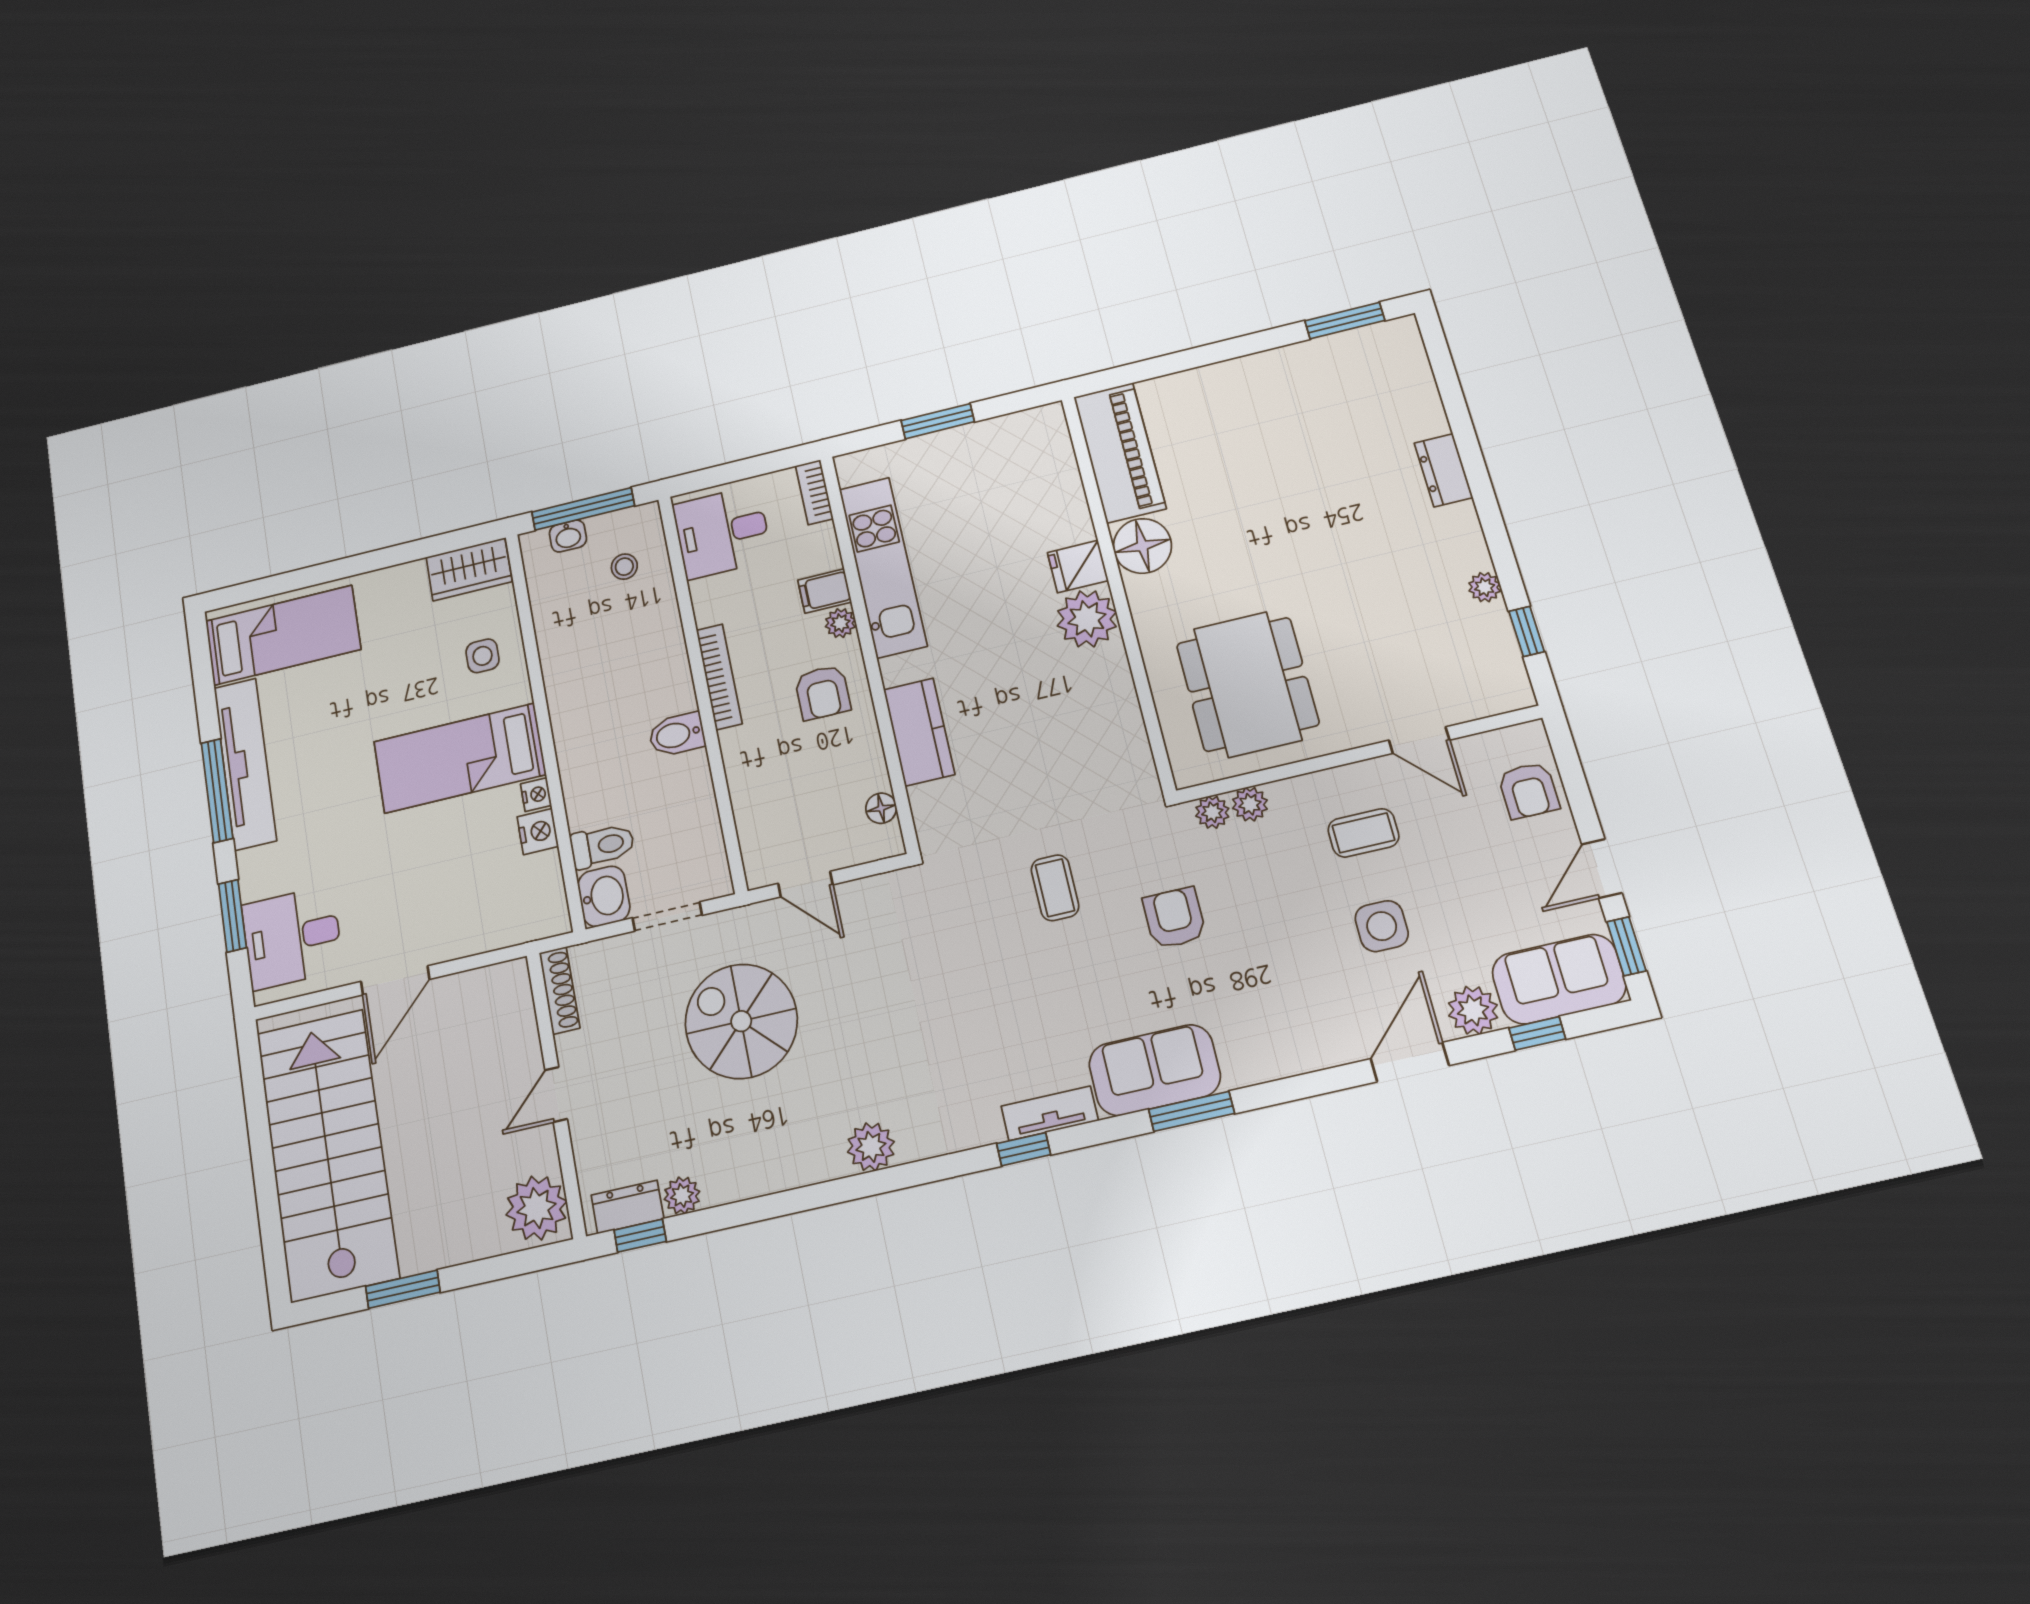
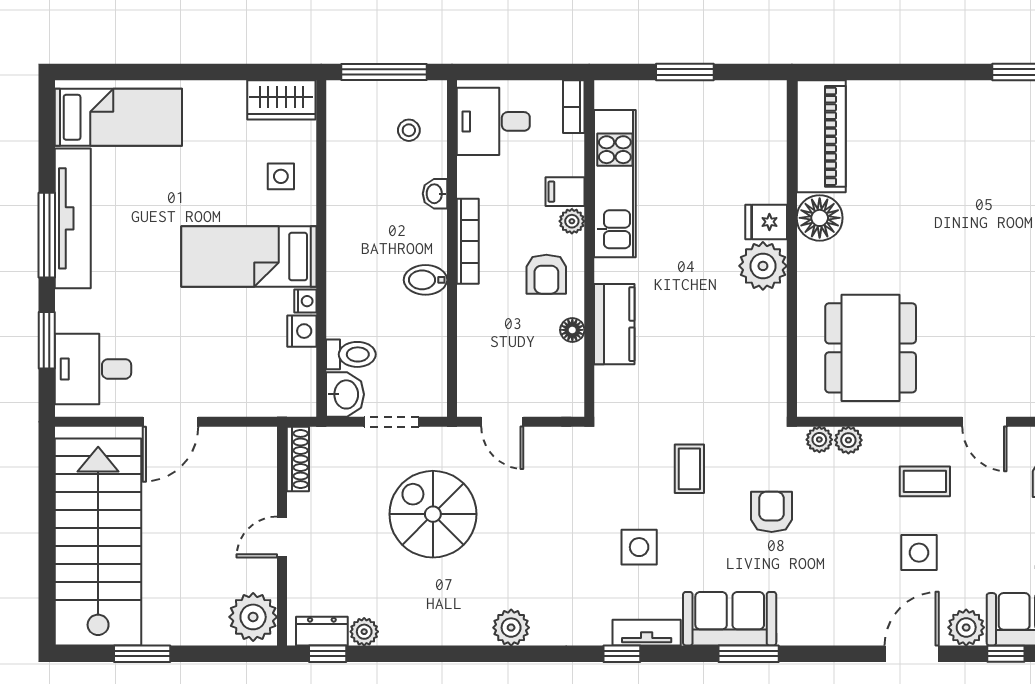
washbasin: (568, 536) -> (435, 194), moved, turned 90
floor lamp: (881, 808) -> (572, 330), moved
side table: (1014, 1003) -> (639, 547), added

